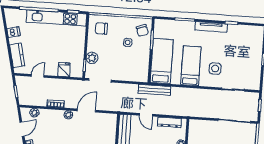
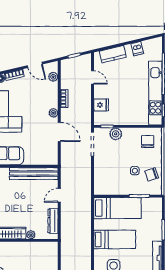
chair: (142, 31) -> (152, 174), moved
bench: (154, 90) -> (86, 203), removed

